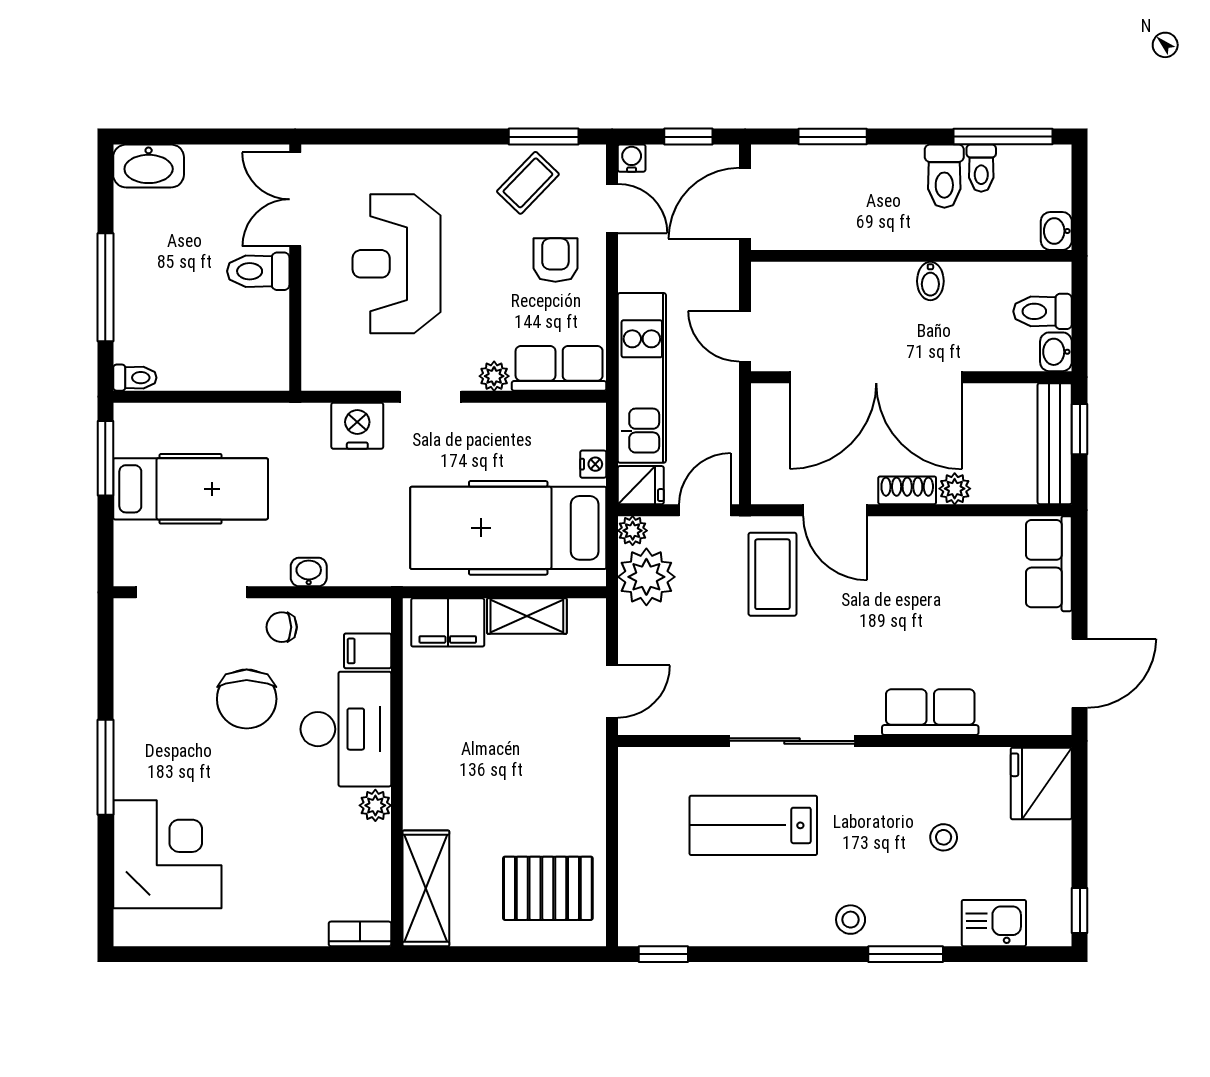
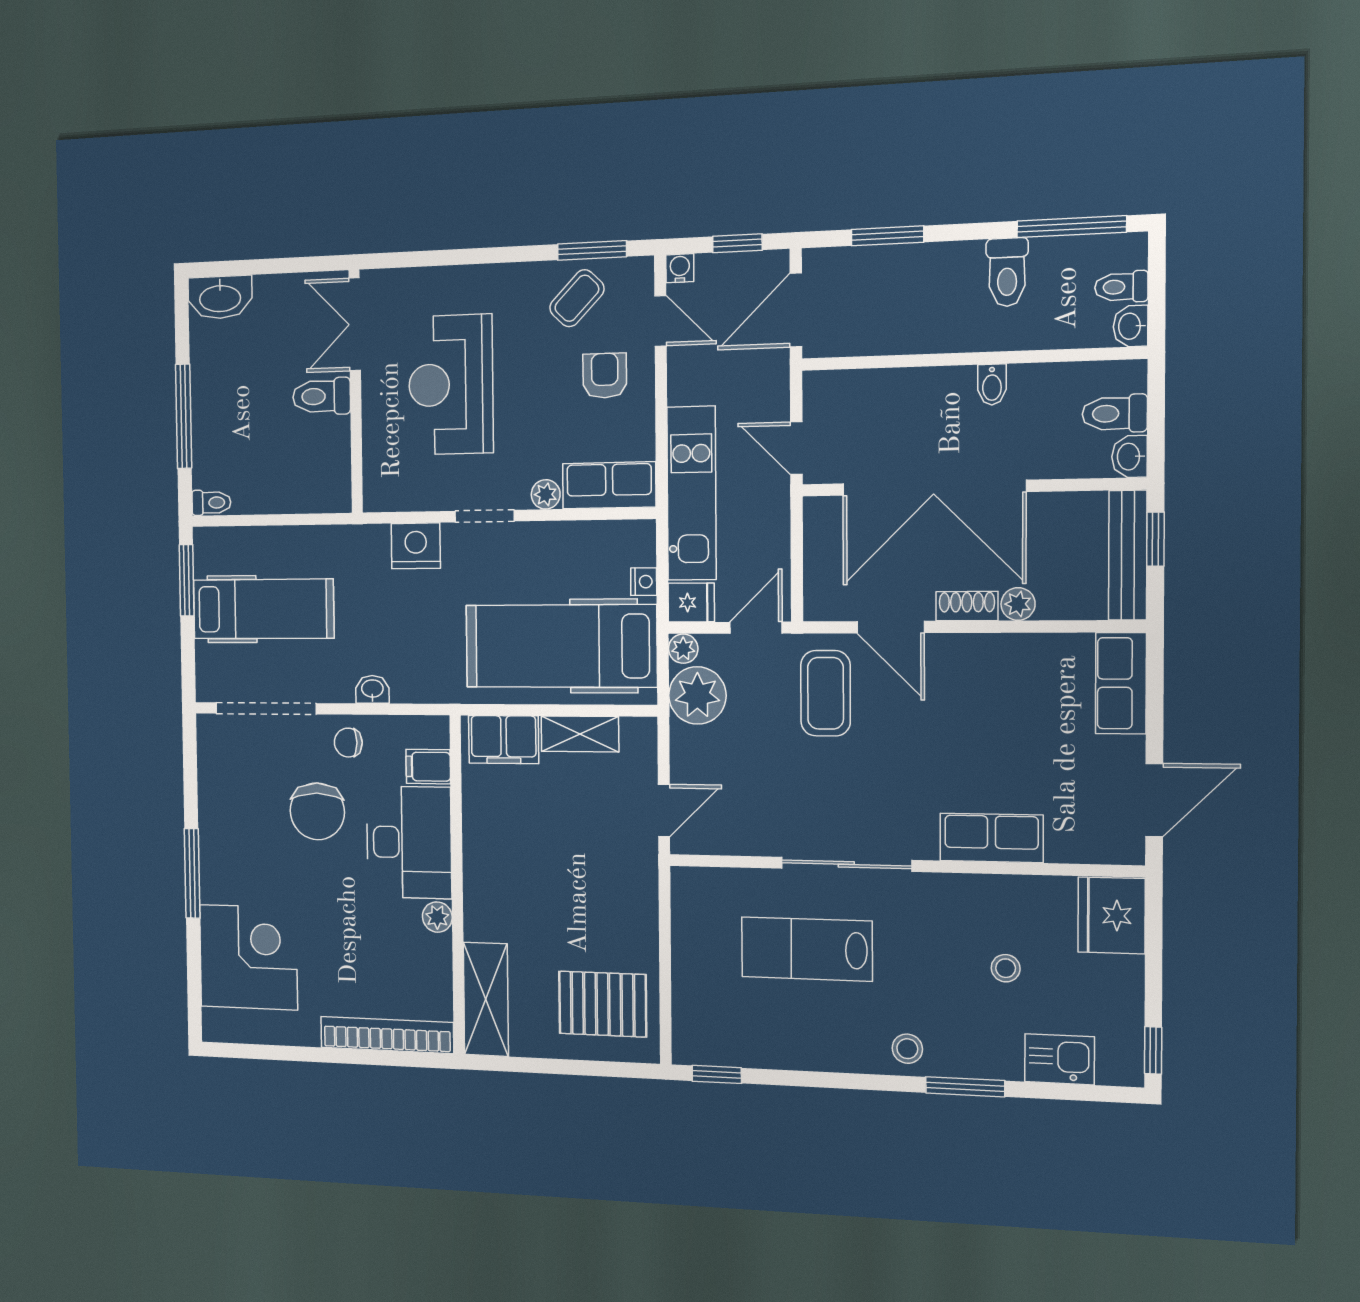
toilet: (981, 168) -> (1121, 287), moved, turned 90
bookcase: (360, 934) -> (387, 1035), width x2.31, depth x1.31

